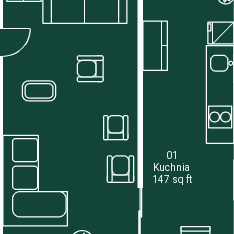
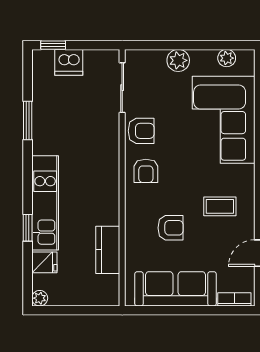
armchair: (121, 169) -> (141, 131), turned -90

